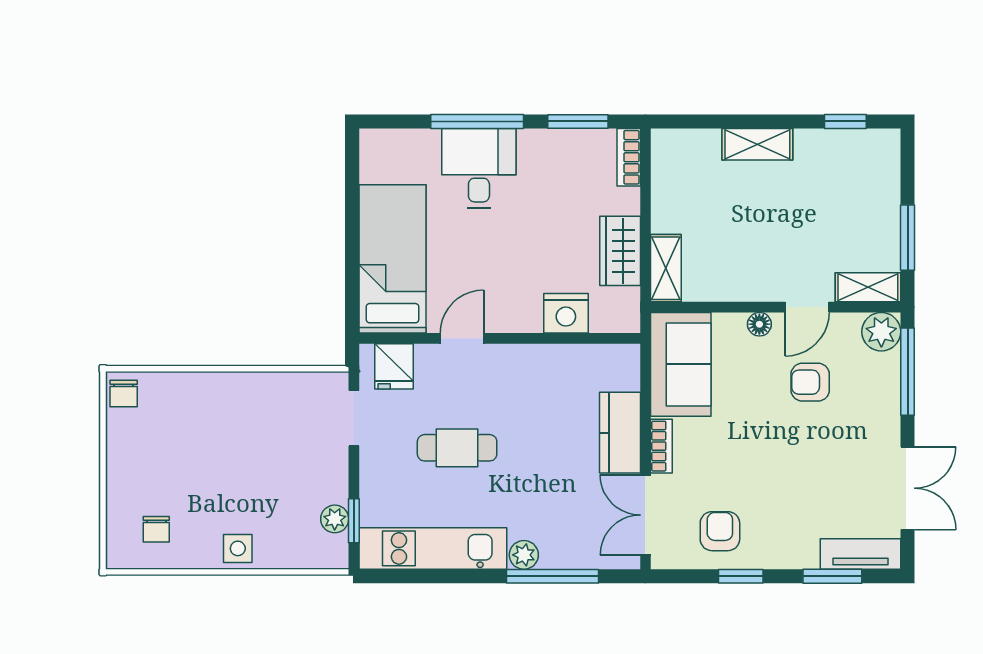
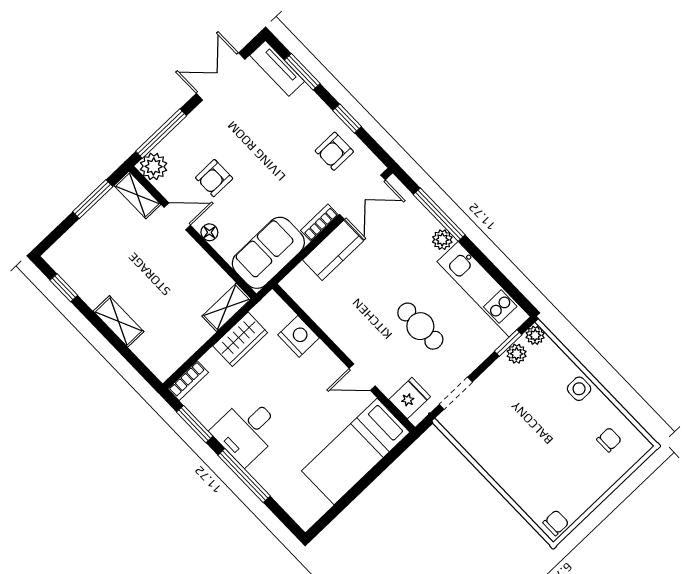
desk: (479, 168) -> (247, 430), moved
armchair: (810, 382) -> (214, 178), turned 90
plant: (335, 556) -> (535, 335), added

